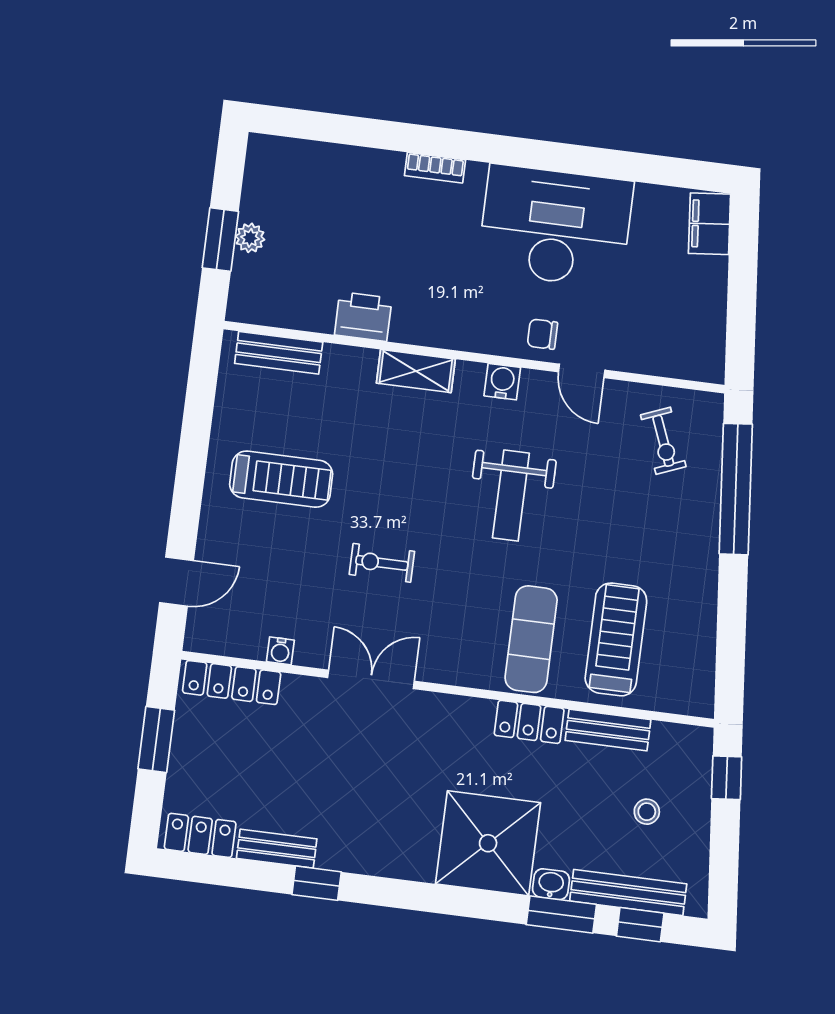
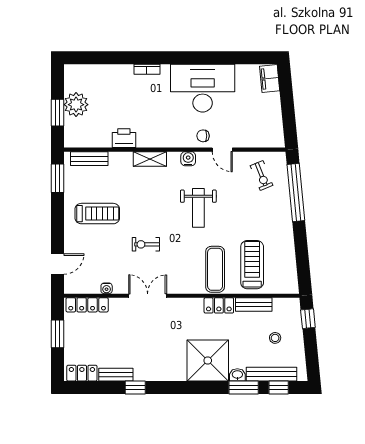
plant: (250, 238) -> (76, 105), width x1.87, depth x1.87
window: (201, 388) -> (57, 178), added

